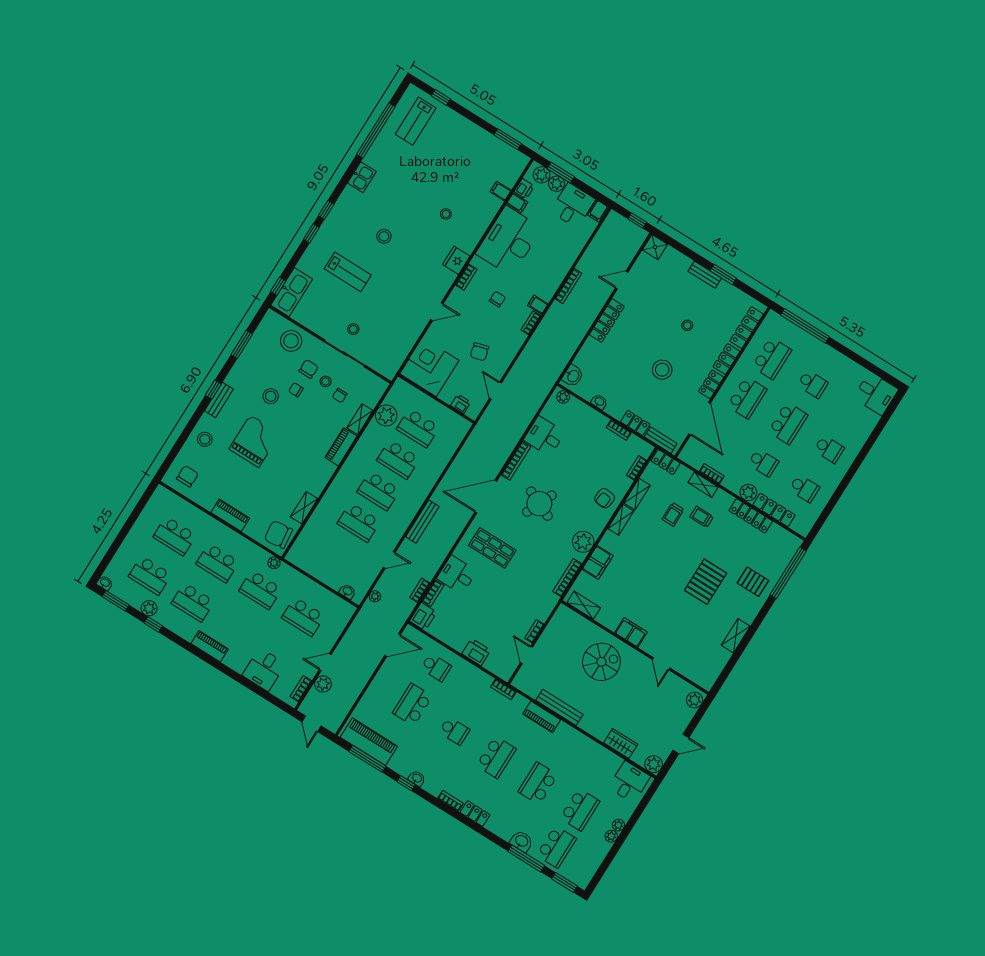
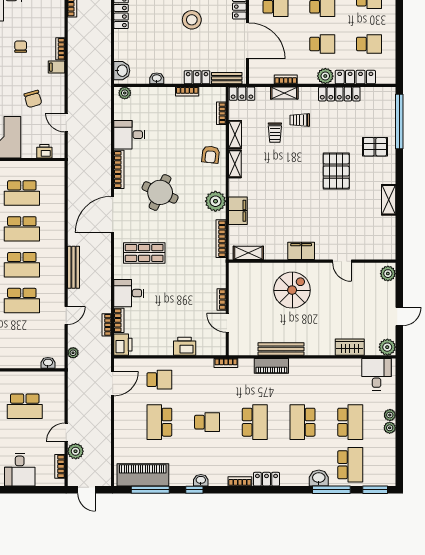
filing cabinet: (538, 305) -> (57, 67), moved

